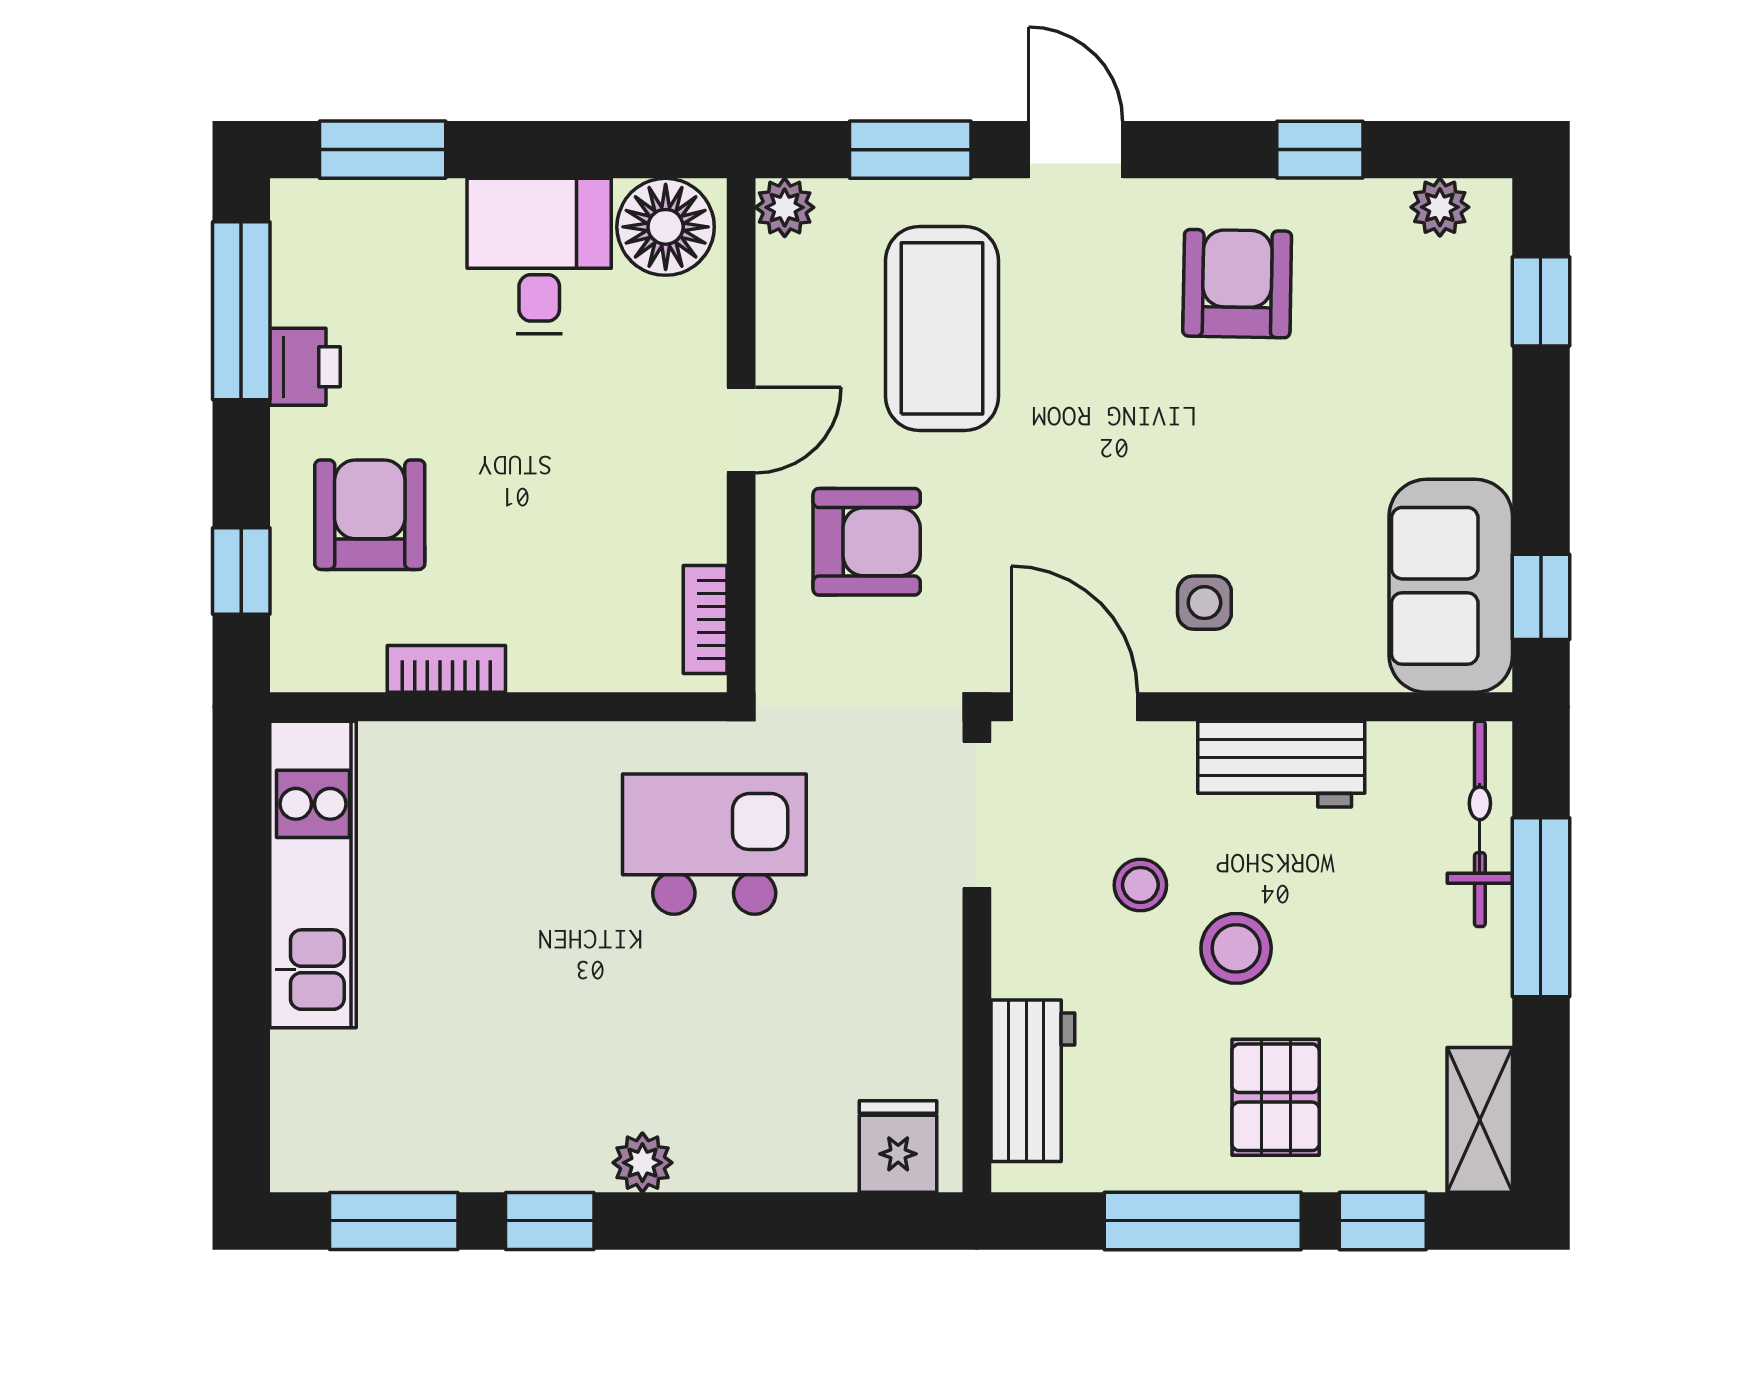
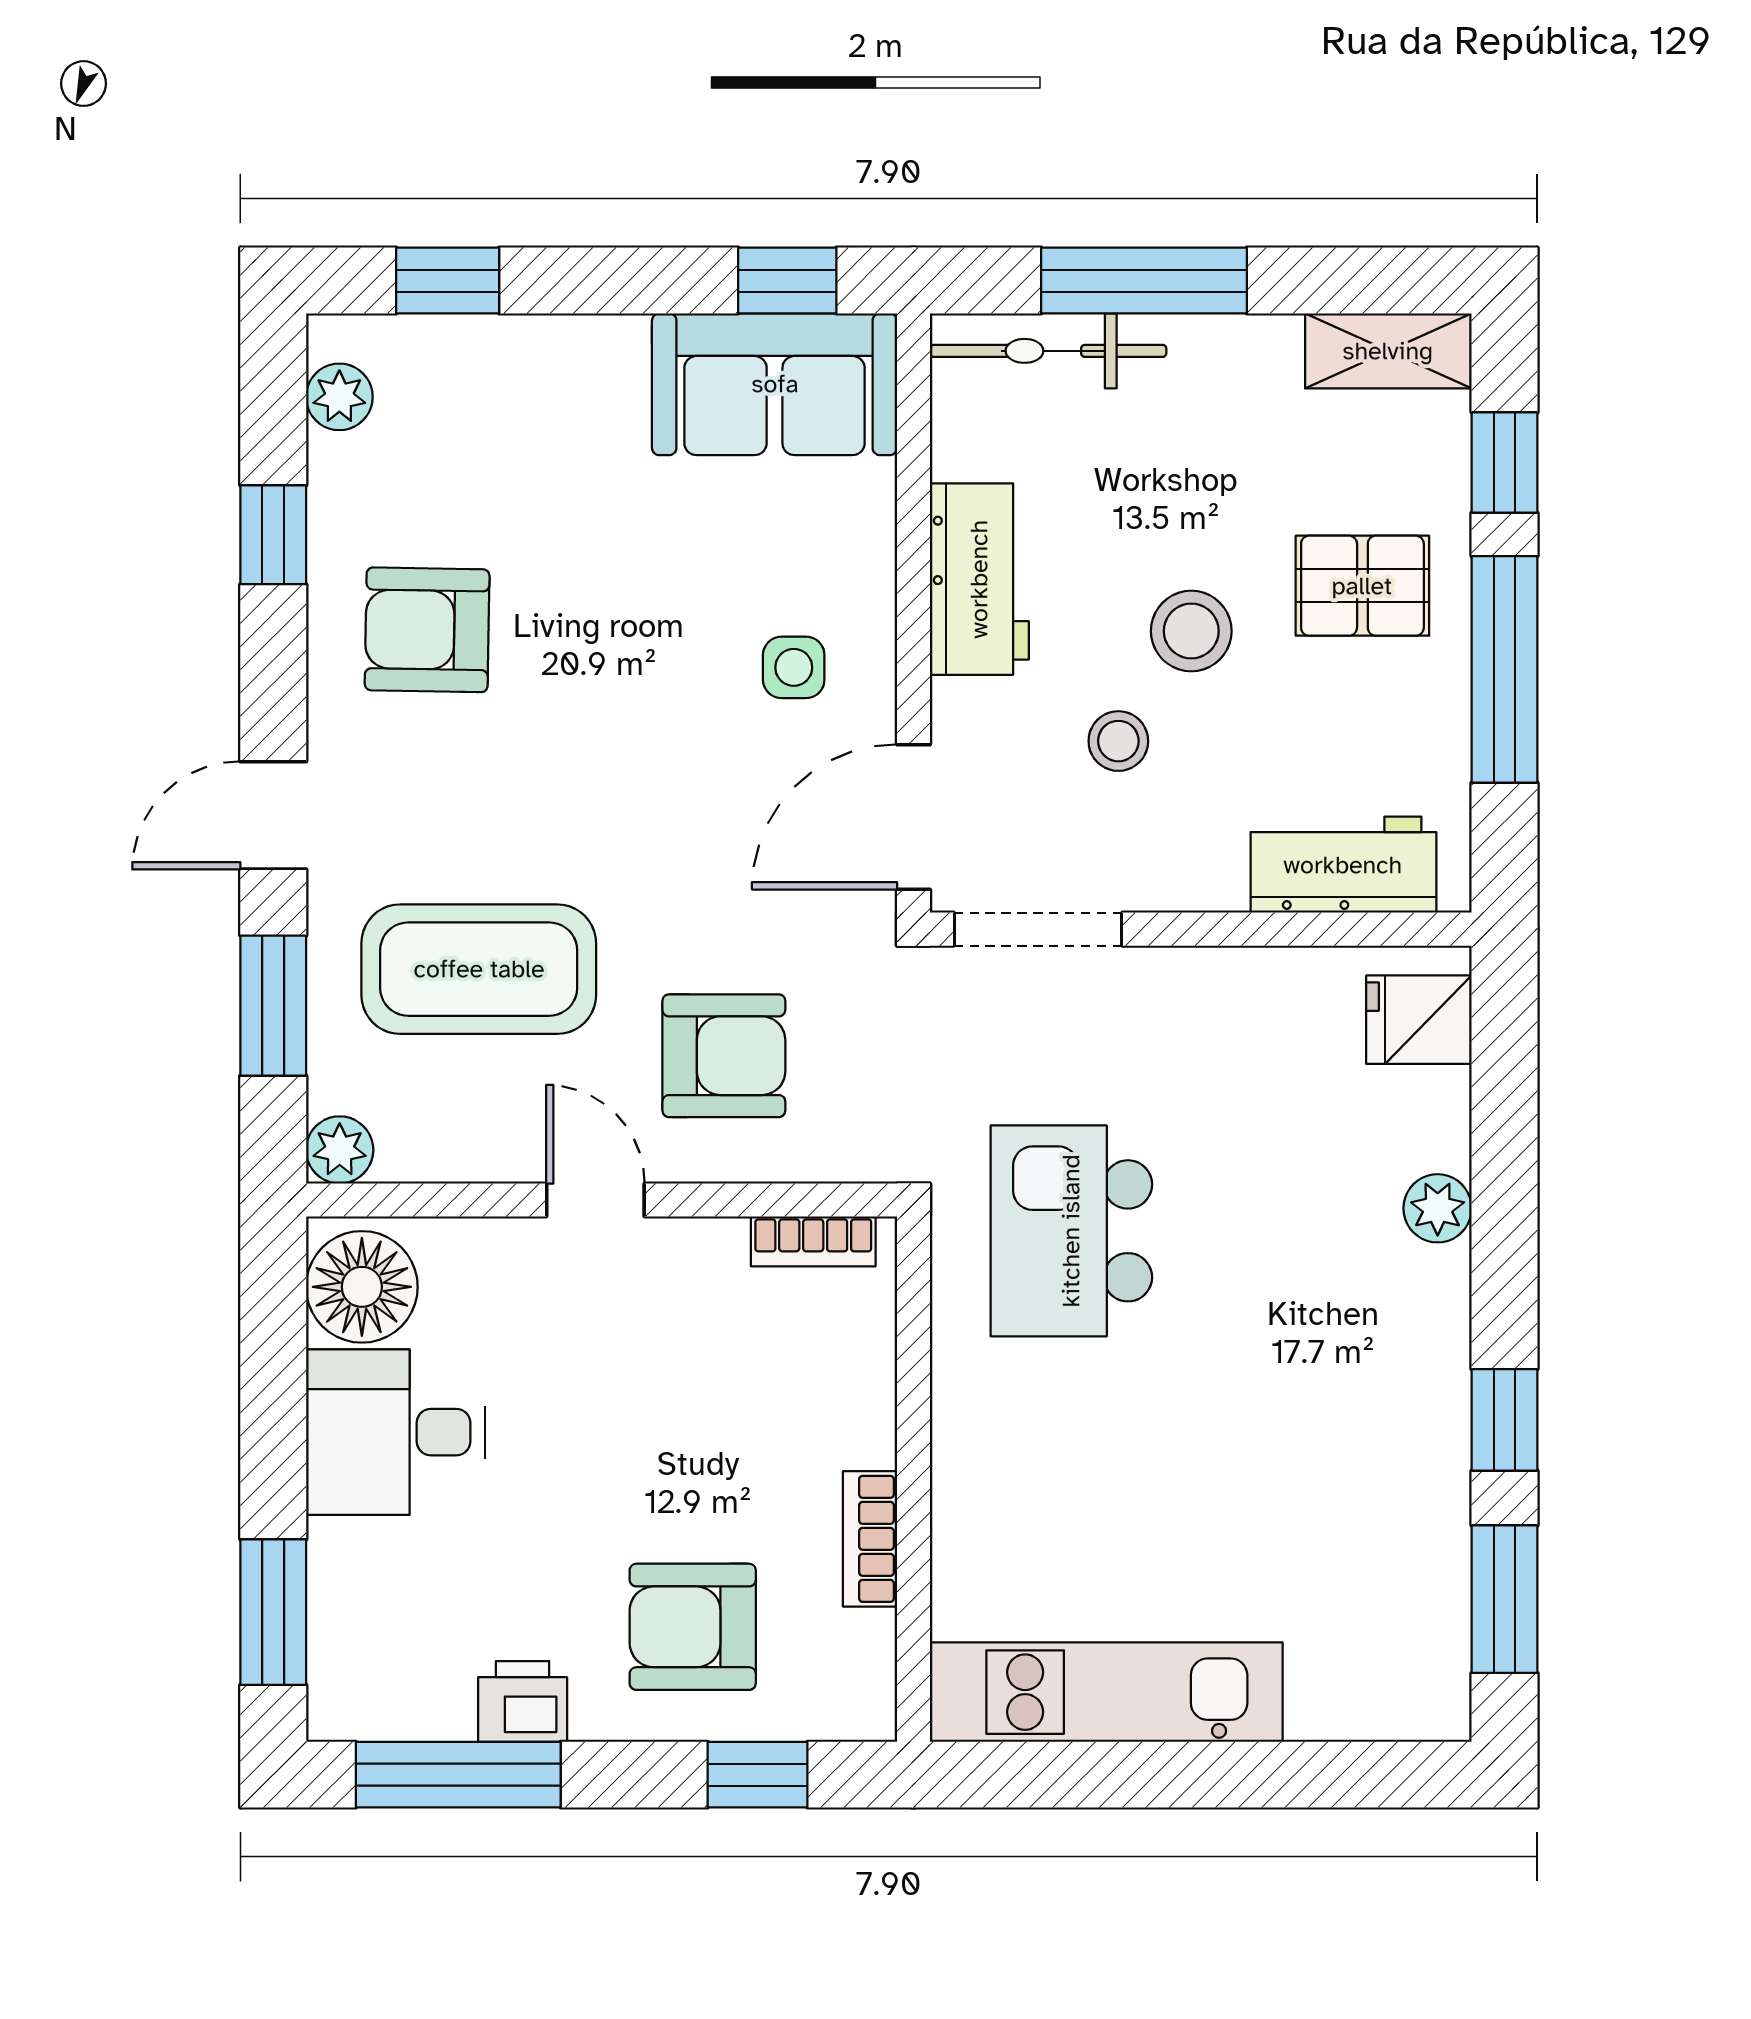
armchair: (867, 542) -> (724, 1056), turned 90
plant: (642, 1163) -> (1438, 1208), moved

